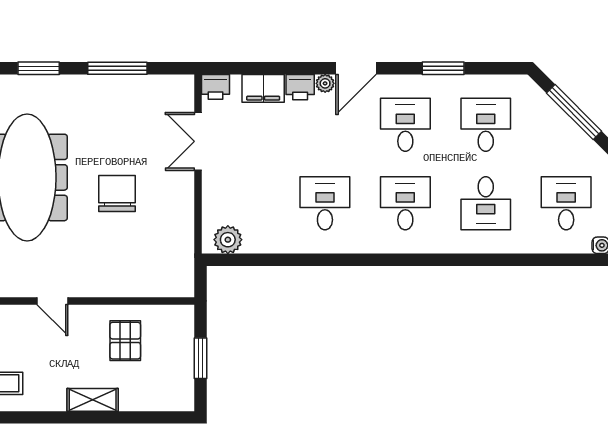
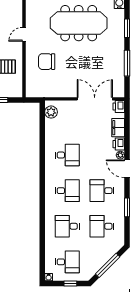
desk: (405, 125) -> (102, 191), turned 180
desk: (486, 125) -> (102, 226), turned 180
double door: (198, 141) -> (95, 99), width x1.37
chair: (117, 193) -> (47, 62), moved, turned 180

